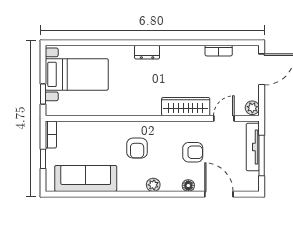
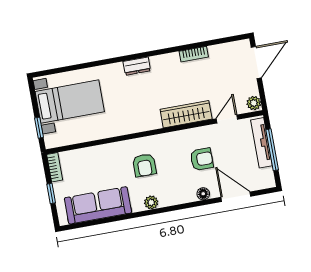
bookcase: (219, 51) -> (194, 54), moved
plant: (153, 185) -> (151, 202), moved

